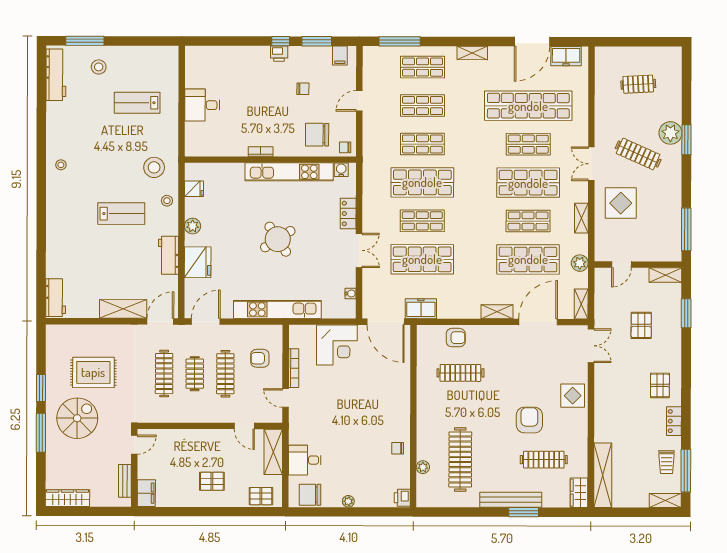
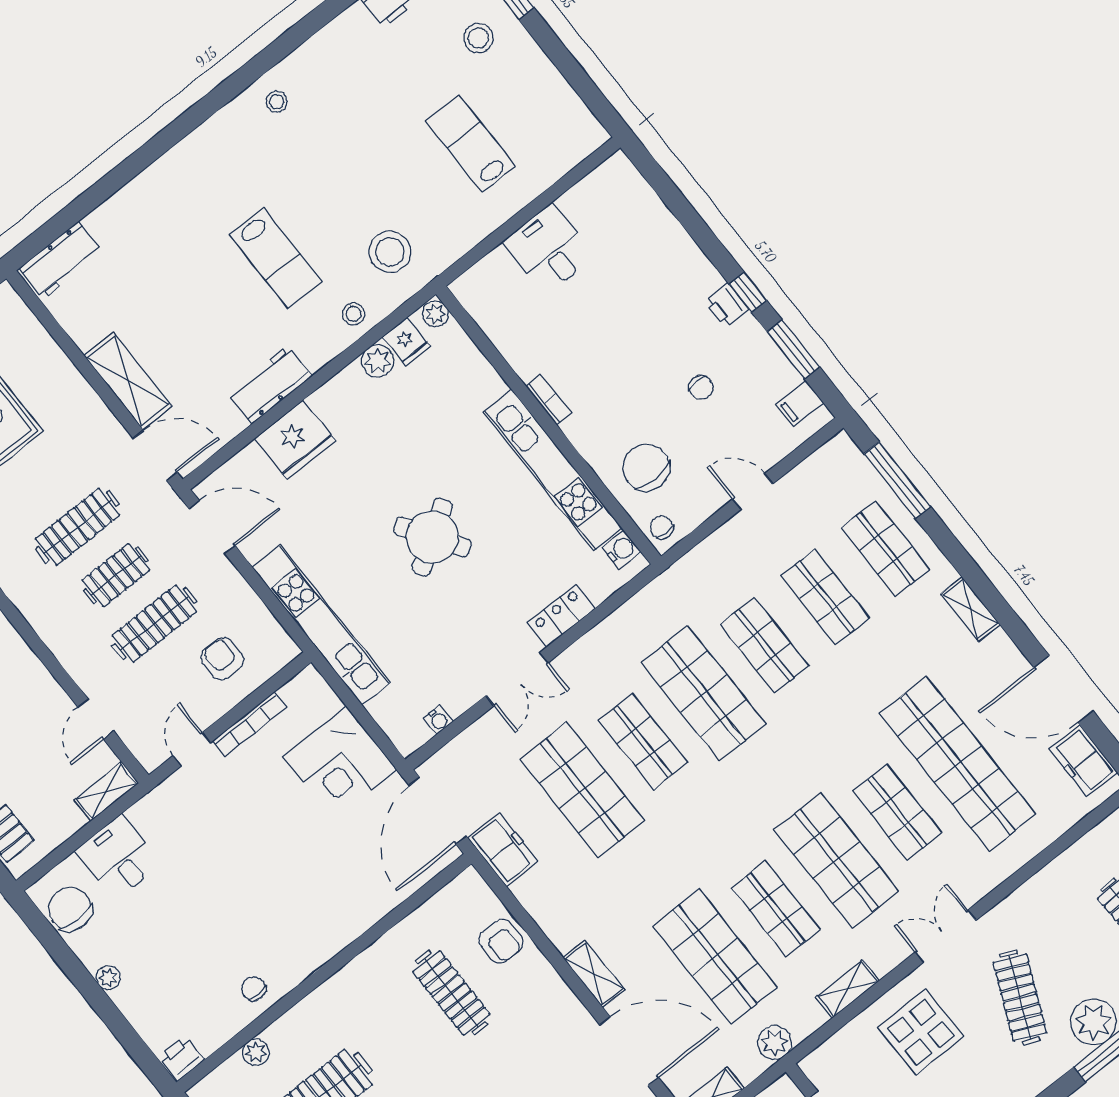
plant: (192, 169) -> (436, 314), added
plant: (193, 226) -> (378, 361), moved
shelving: (273, 452) -> (106, 791), width x0.67, depth x0.75

